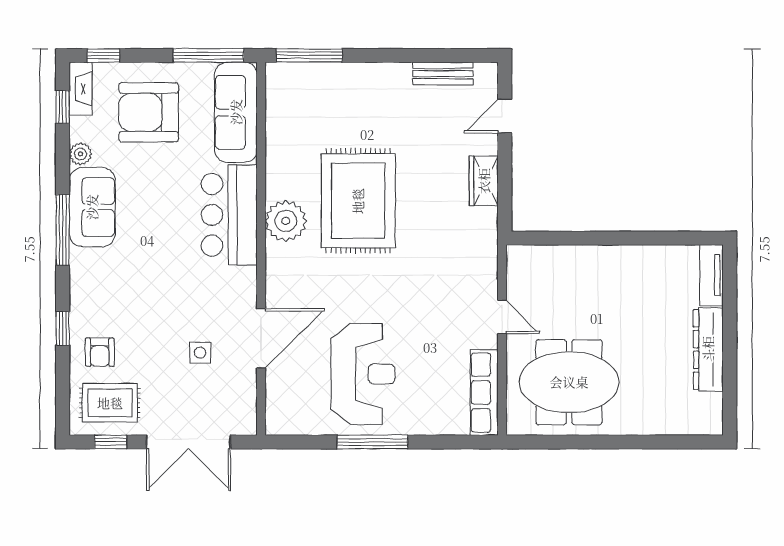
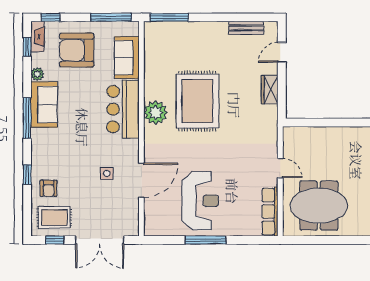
sofa: (236, 112) -> (127, 58), width x0.73
side table: (200, 353) -> (107, 173), moved

